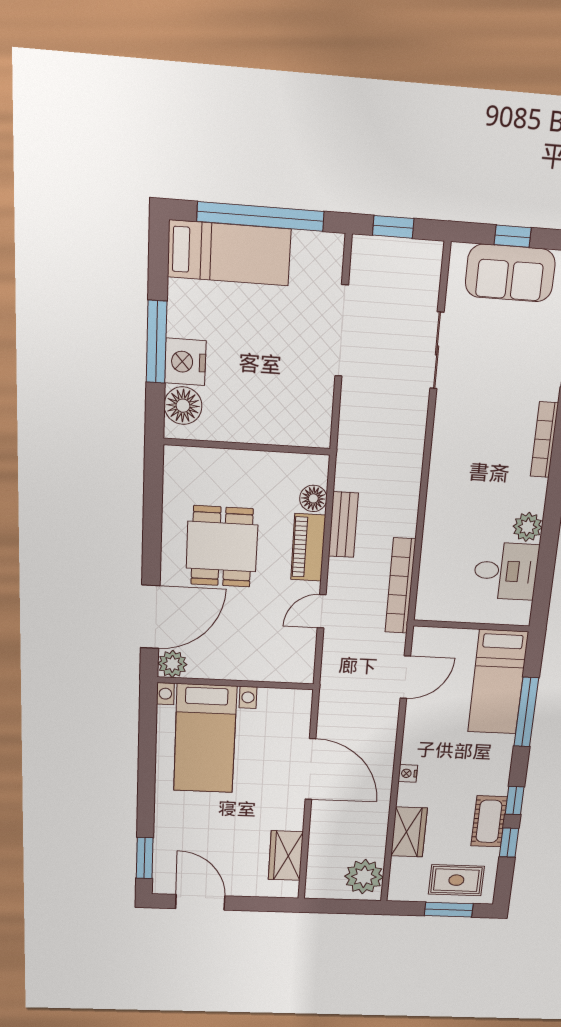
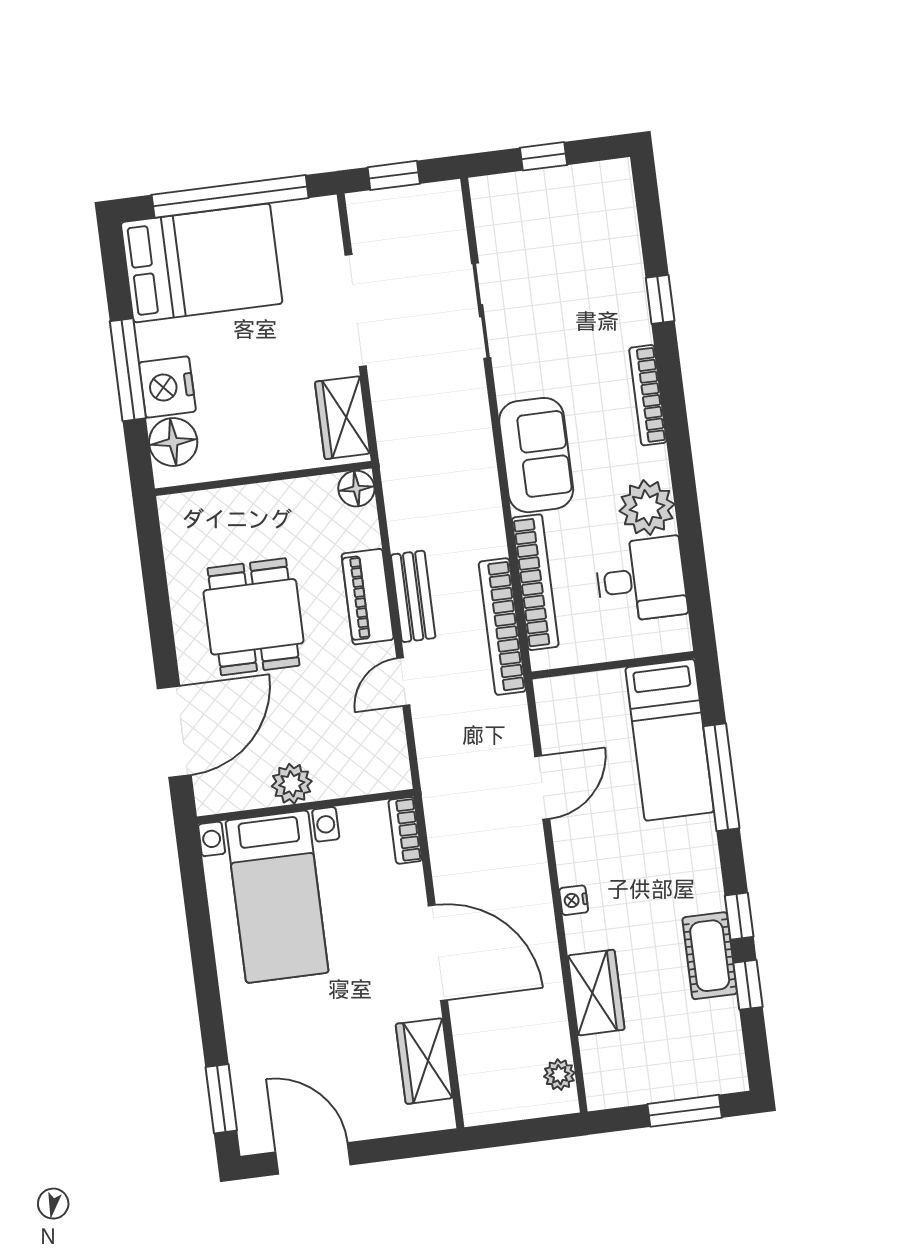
bed: (229, 253) -> (202, 263), width x1.50
sofa: (510, 273) -> (536, 455), moved, turned -90
wardrobe: (315, 412) -> (342, 418), added
floor lamp: (313, 498) -> (356, 489), moved
bench: (343, 525) -> (413, 596), moved
plant: (528, 527) -> (647, 508), width x1.36, depth x1.36
bookcase: (431, 559) -> (535, 582), added
plant: (172, 664) -> (292, 784), moved
door: (405, 677) -> (542, 788), moved
bookcase: (303, 710) -> (405, 830), added
door: (310, 769) -> (438, 953), moved
plant: (364, 877) -> (559, 1075), width x0.53, depth x0.53
rug: (456, 880) -> (684, 1059), removed

